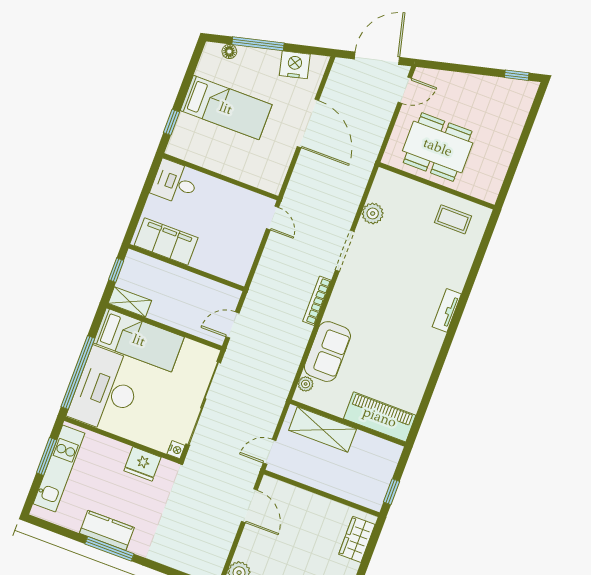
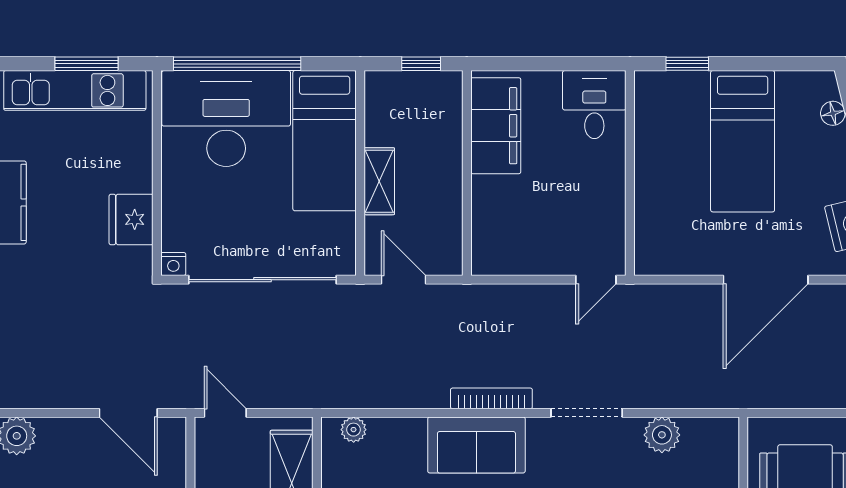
shelving: (130, 302) -> (379, 181), moved
sofa: (327, 352) -> (476, 445), moved
door: (249, 506) -> (128, 413), hinge flipped

